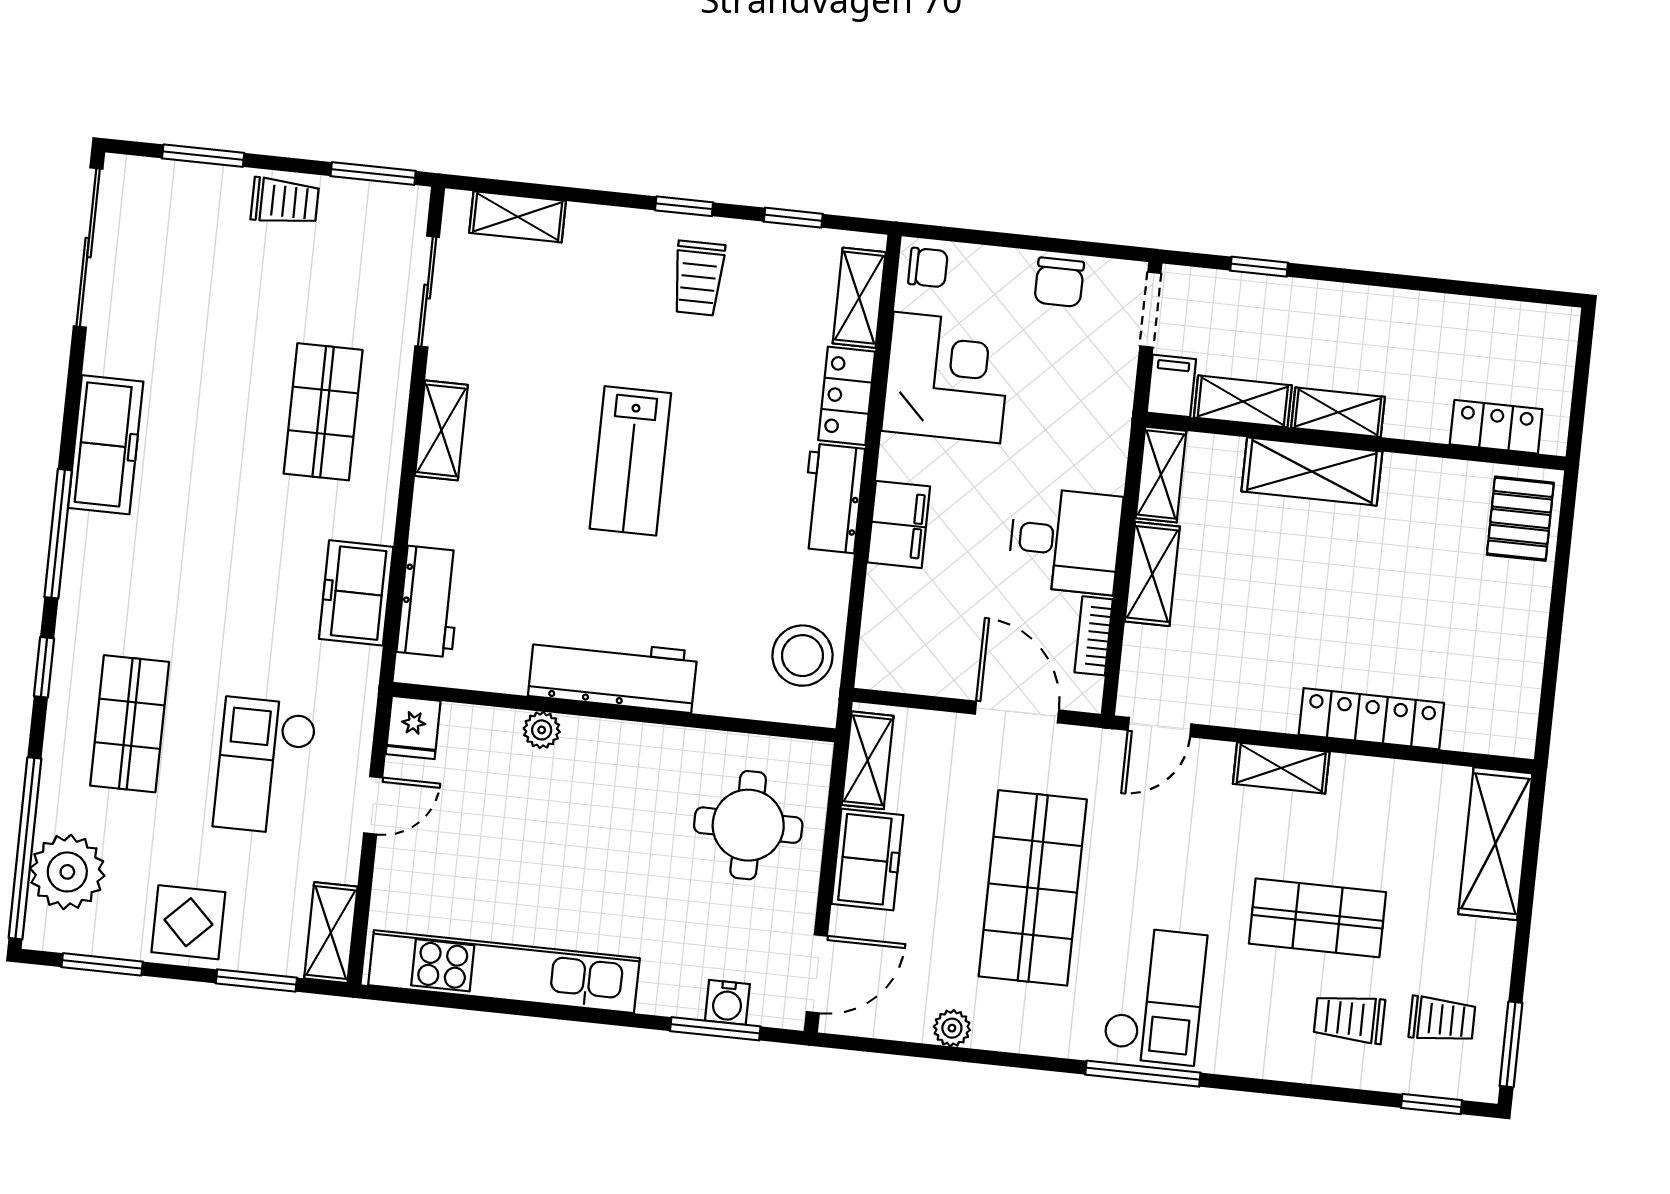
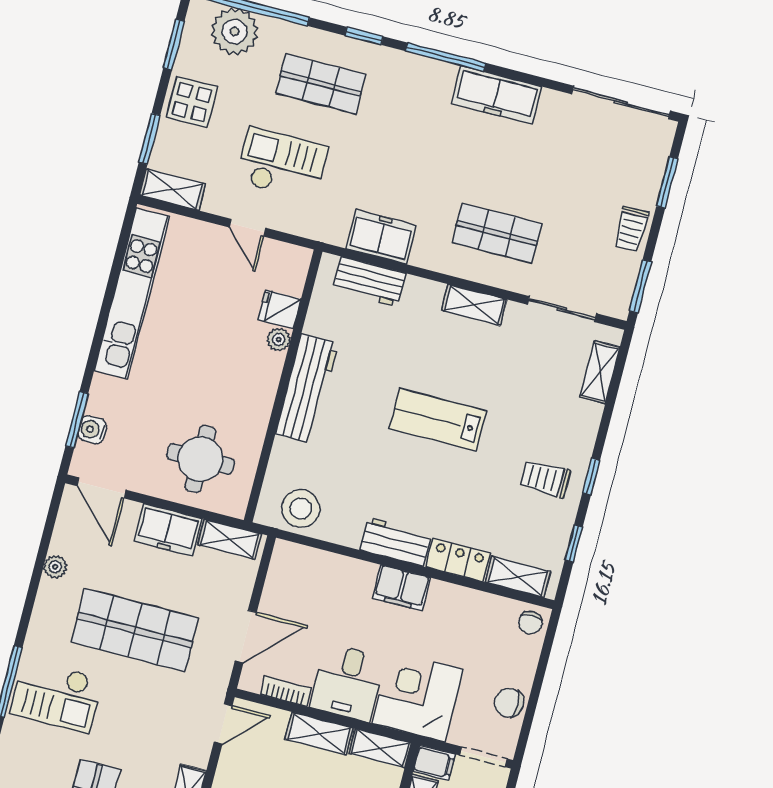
corner desk: (947, 378) -> (418, 696), moved, turned 180
filing cabinet: (899, 524) -> (402, 588), moved
door: (1160, 727) -> (223, 724), swing flipped
fridge: (413, 728) -> (279, 309), moved

